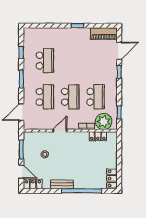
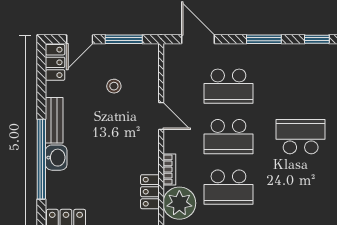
school desk: (45, 61) -> (301, 137), moved, turned 180
washbasin: (81, 183) -> (56, 158), added

